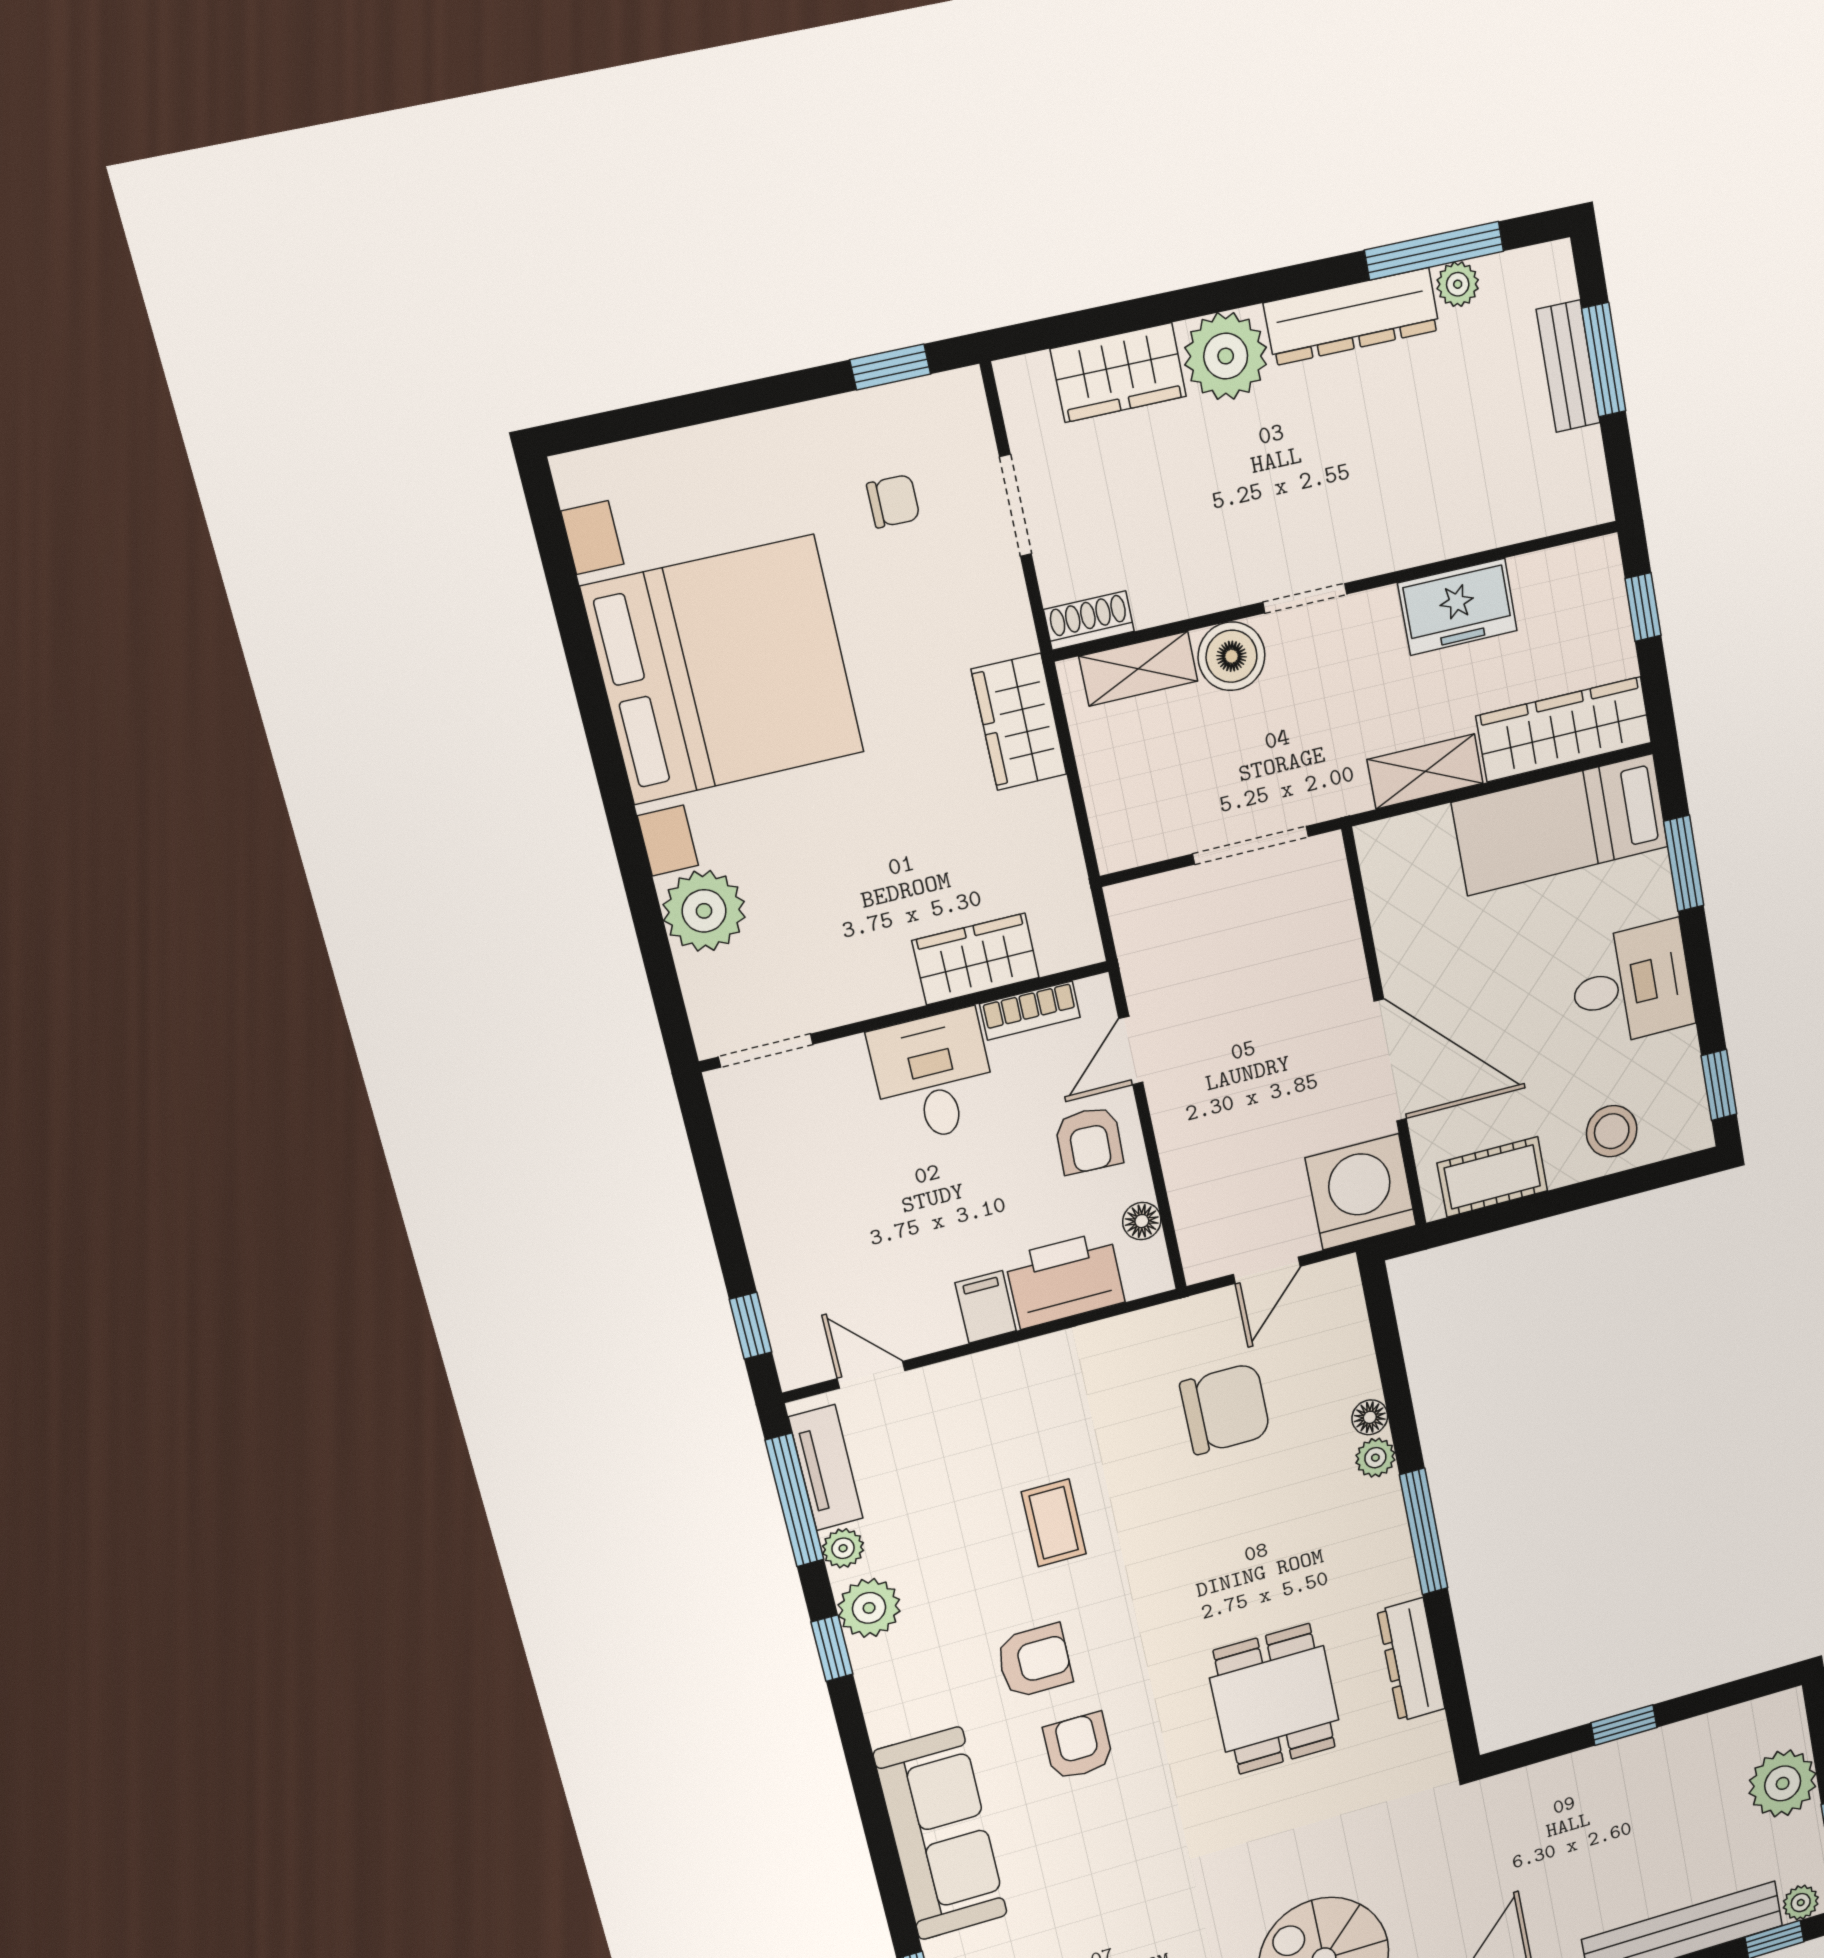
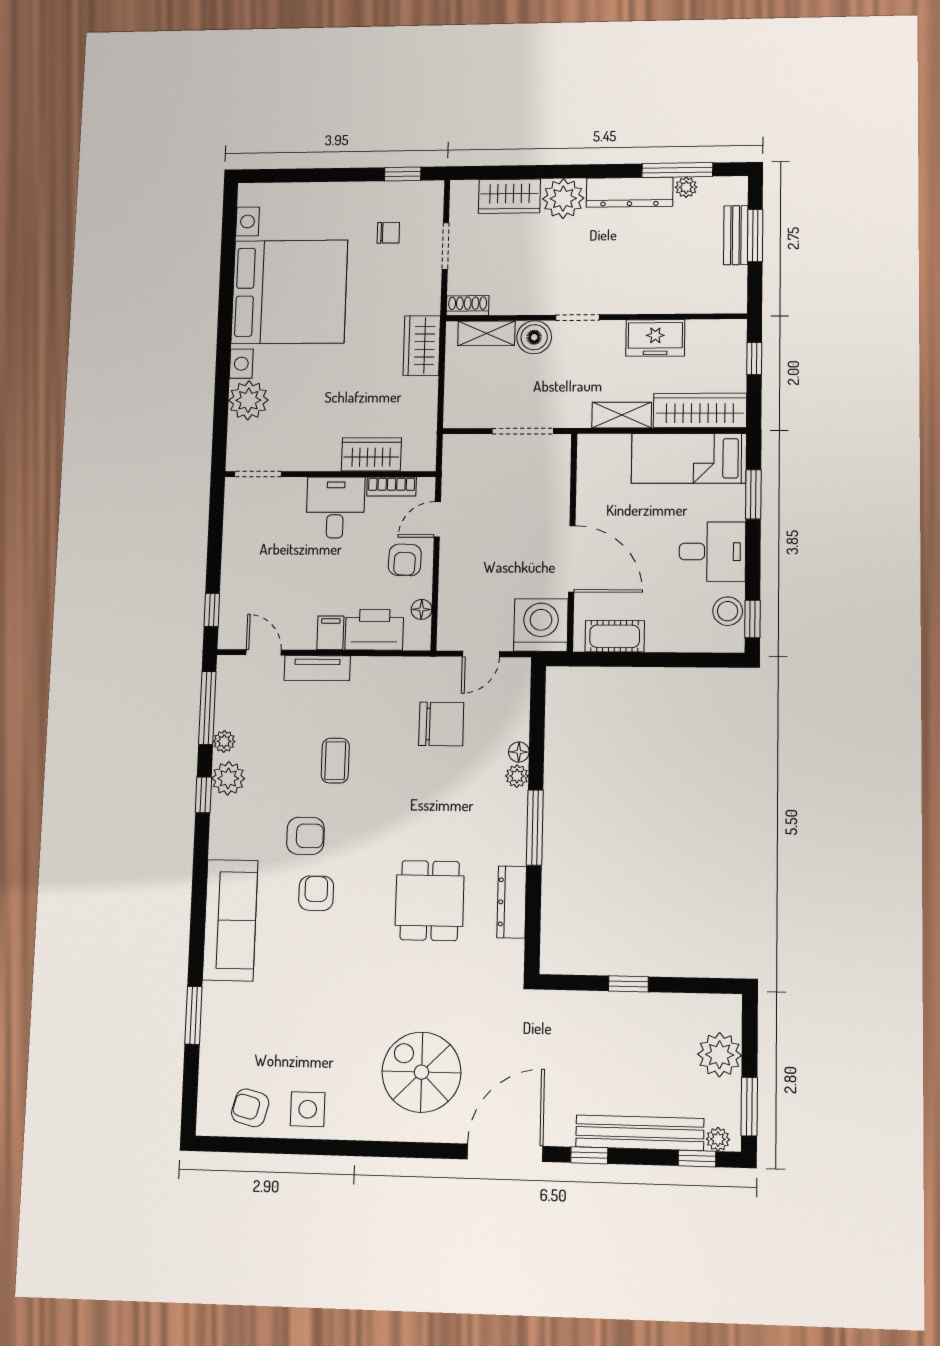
stool: (1612, 1131) -> (728, 611), moved
tv unit: (826, 1468) -> (317, 668), moved, turned 90

